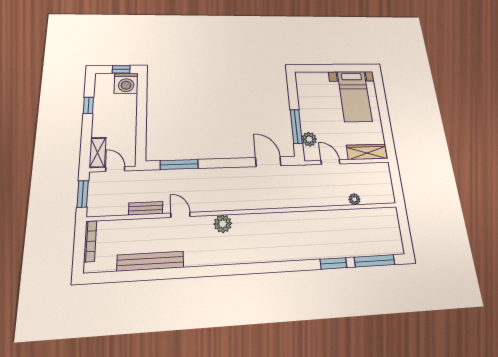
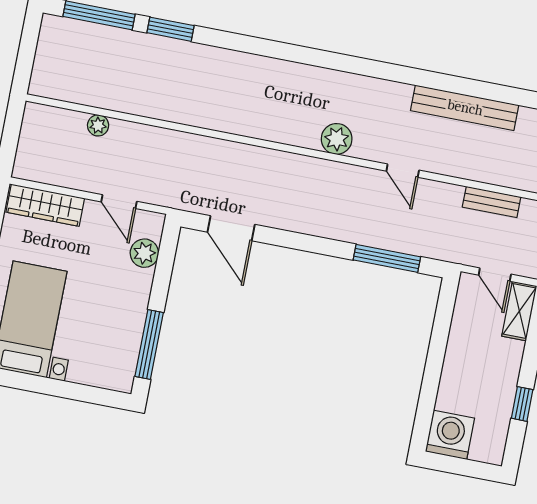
window: (121, 69) -> (454, 465), removed
window: (296, 126) -> (149, 344), moved
bench: (146, 208) -> (492, 202), moved

